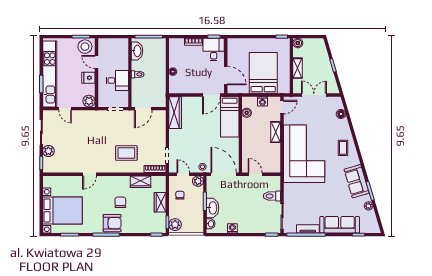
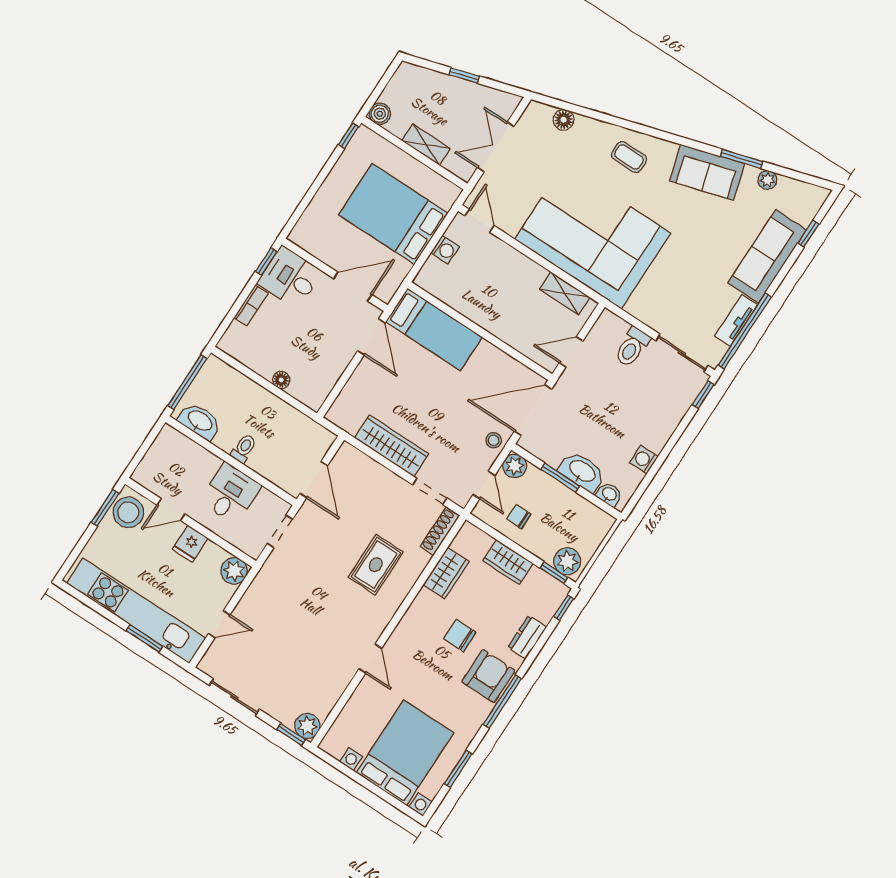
wardrobe: (175, 113) -> (392, 446), moved
boiler: (247, 113) -> (447, 293), removed
shelving: (276, 132) -> (565, 293), moved
plant: (48, 151) -> (307, 726), moved
door: (183, 174) -> (484, 485), swing flipped
dresser: (136, 228) -> (527, 637), added

